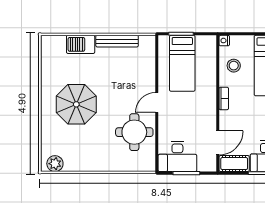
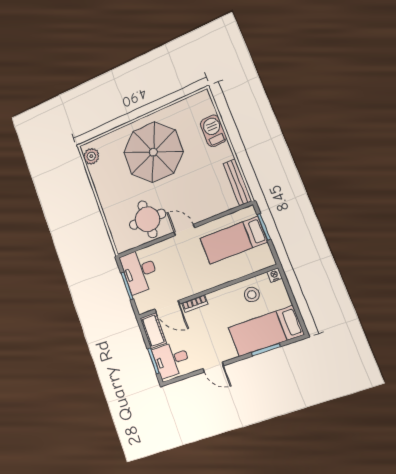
bench: (117, 41) -> (237, 182), moved
bookcase: (224, 98) -> (195, 303), moved
parasol: (76, 104) -> (153, 152), width x1.36, depth x1.36

